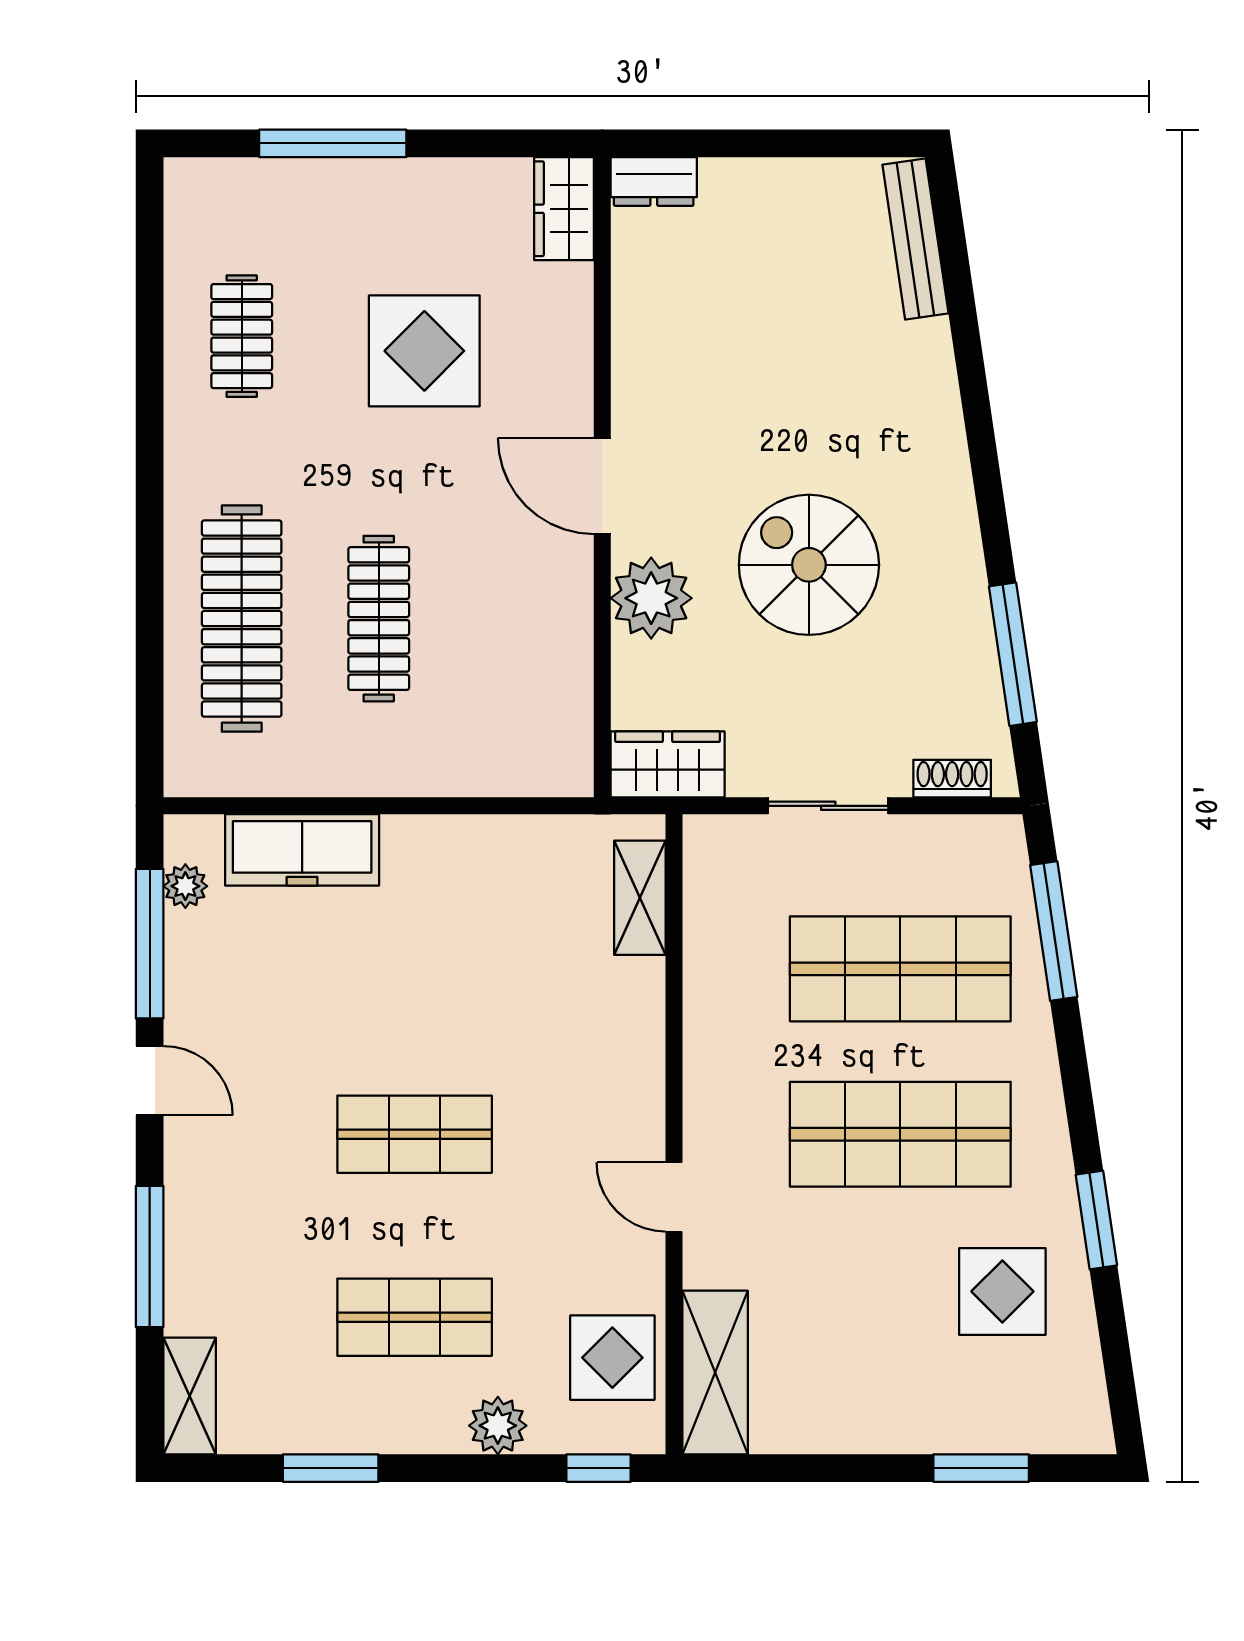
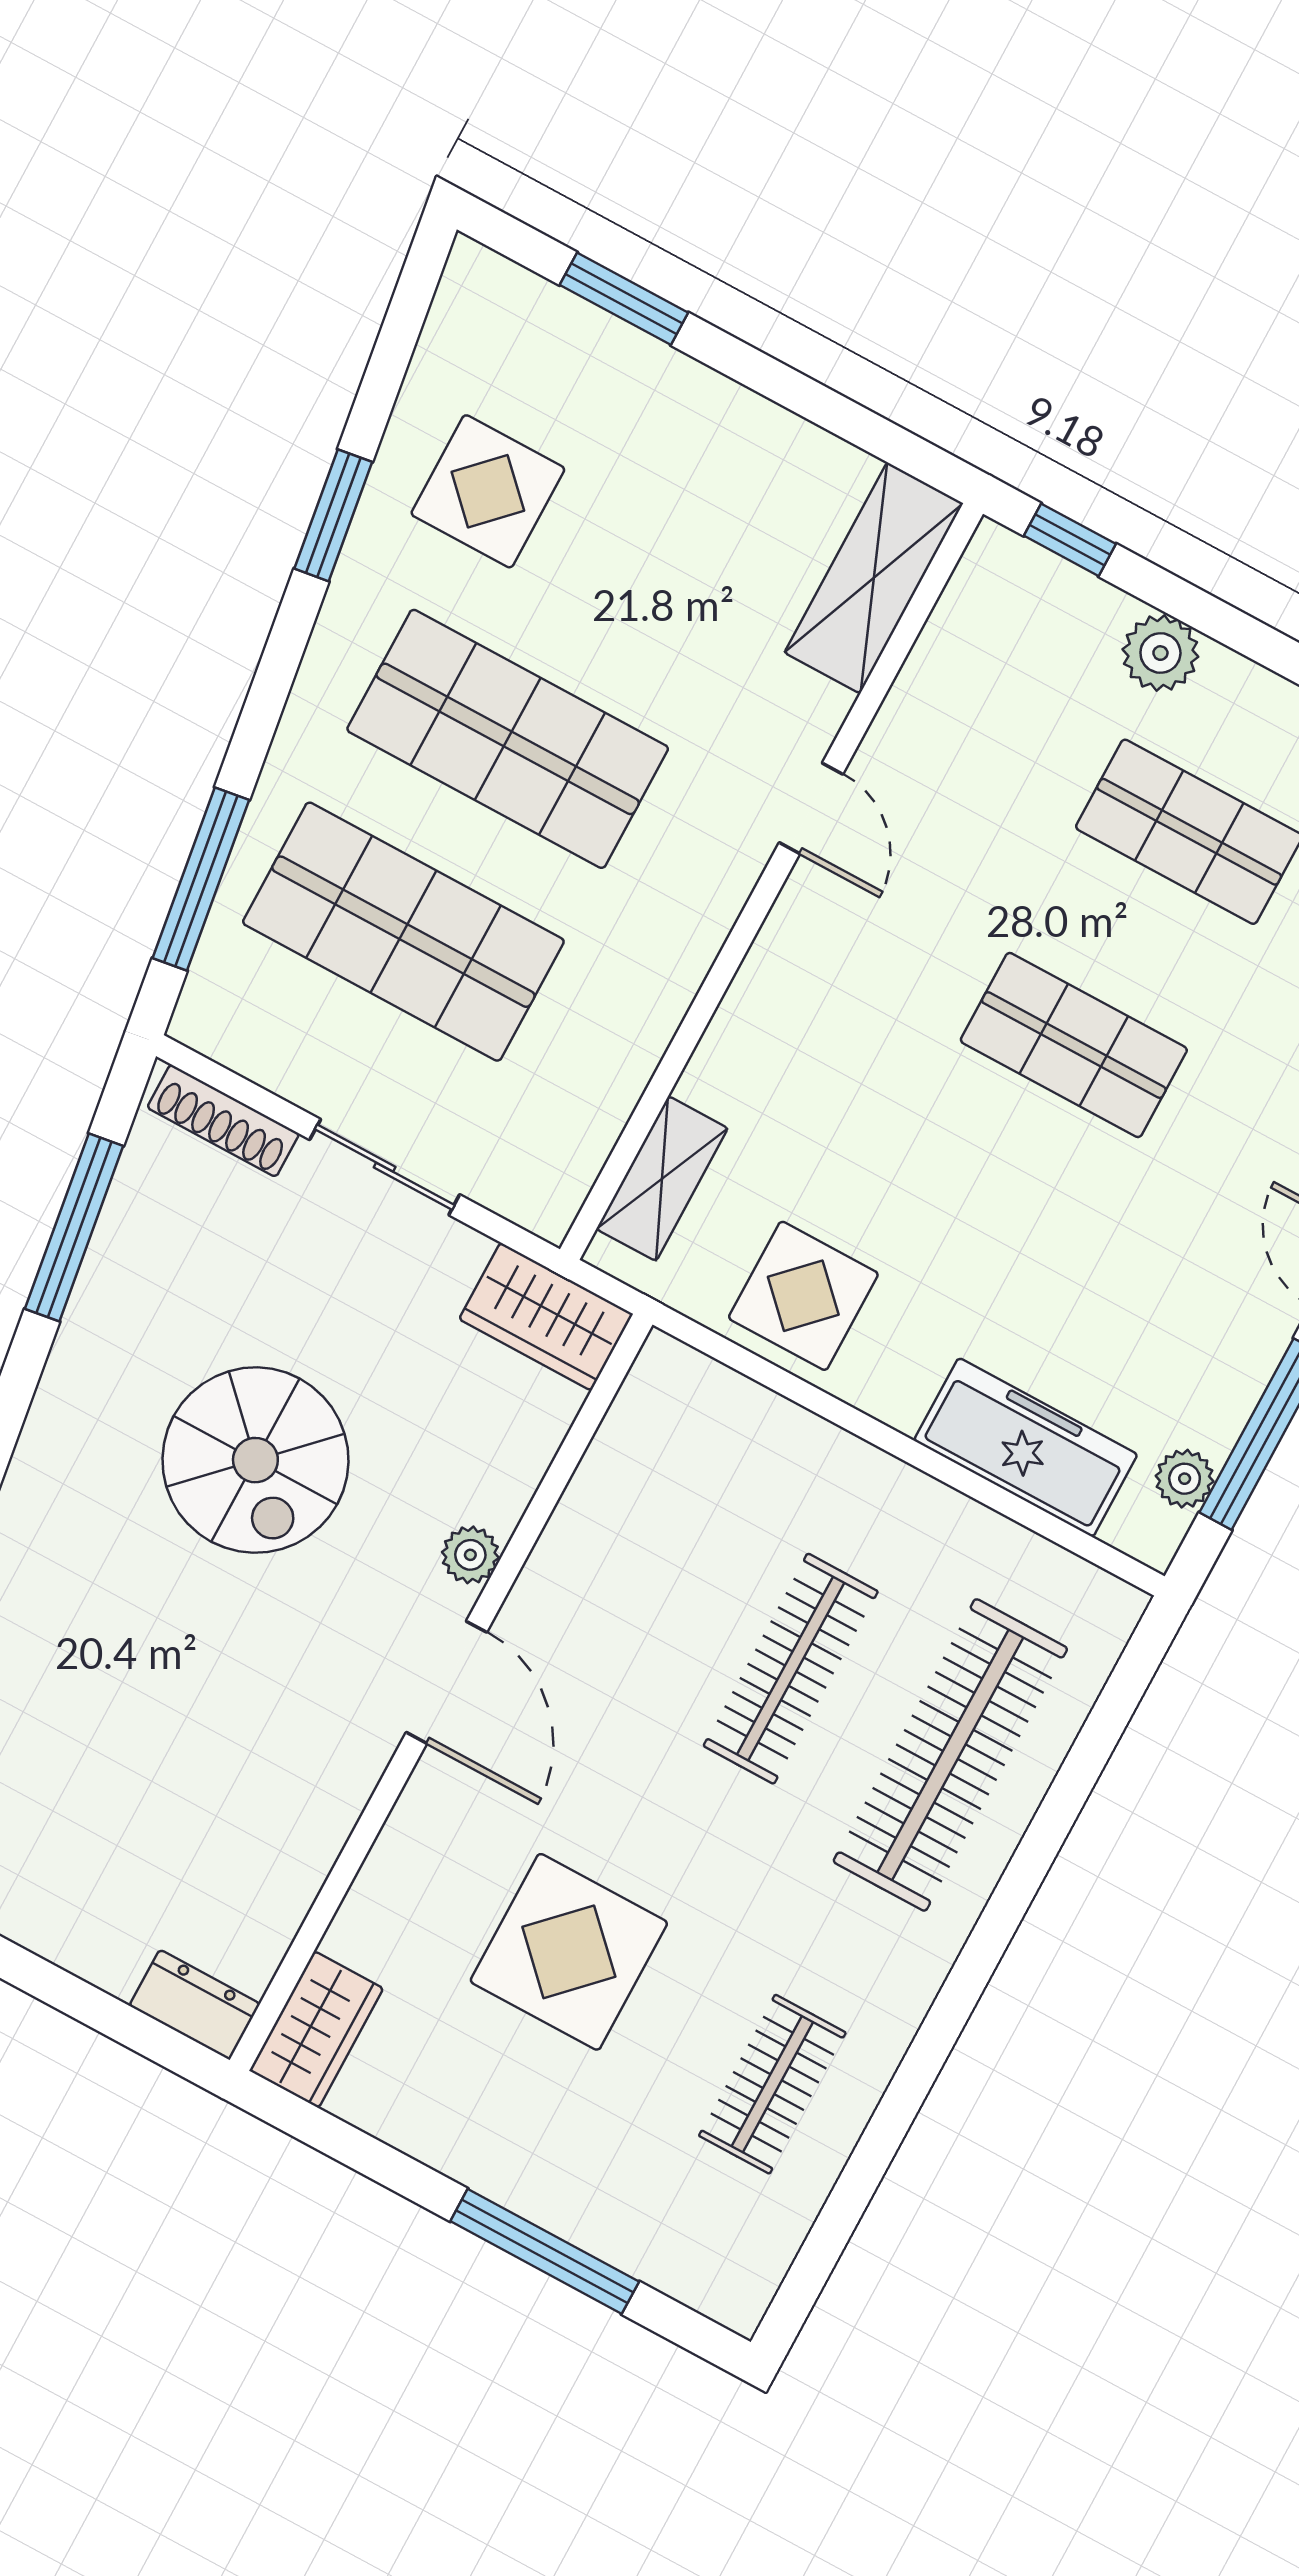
plant: (651, 598) -> (470, 1555), width x0.53, depth x0.53
shoe rack: (952, 779) -> (223, 1121), width x1.43
display table: (612, 1358) -> (803, 1296), moved

